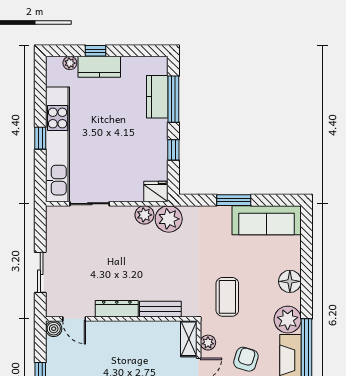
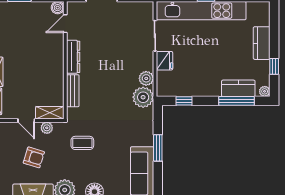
window: (95, 51) -> (274, 66), moved
plant: (70, 63) -> (265, 91), moved
window: (173, 150) -> (184, 101), moved
fridge: (156, 192) -> (164, 61), moved
coffee table: (227, 297) -> (82, 143), width x0.73, depth x0.77

